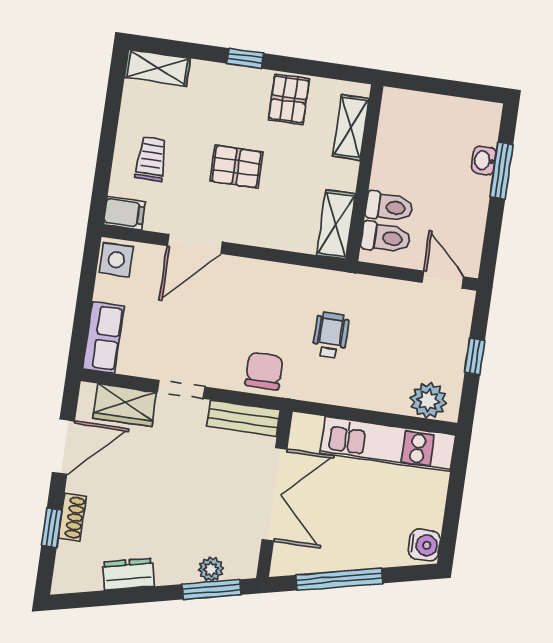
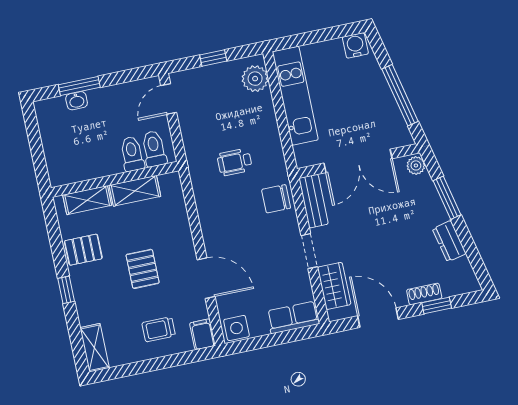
shelving: (336, 225) -> (135, 191), moved
double door: (274, 494) -> (358, 161), swing flipped
plant: (211, 569) -> (416, 165), moved
window: (211, 589) -> (447, 198), moved

